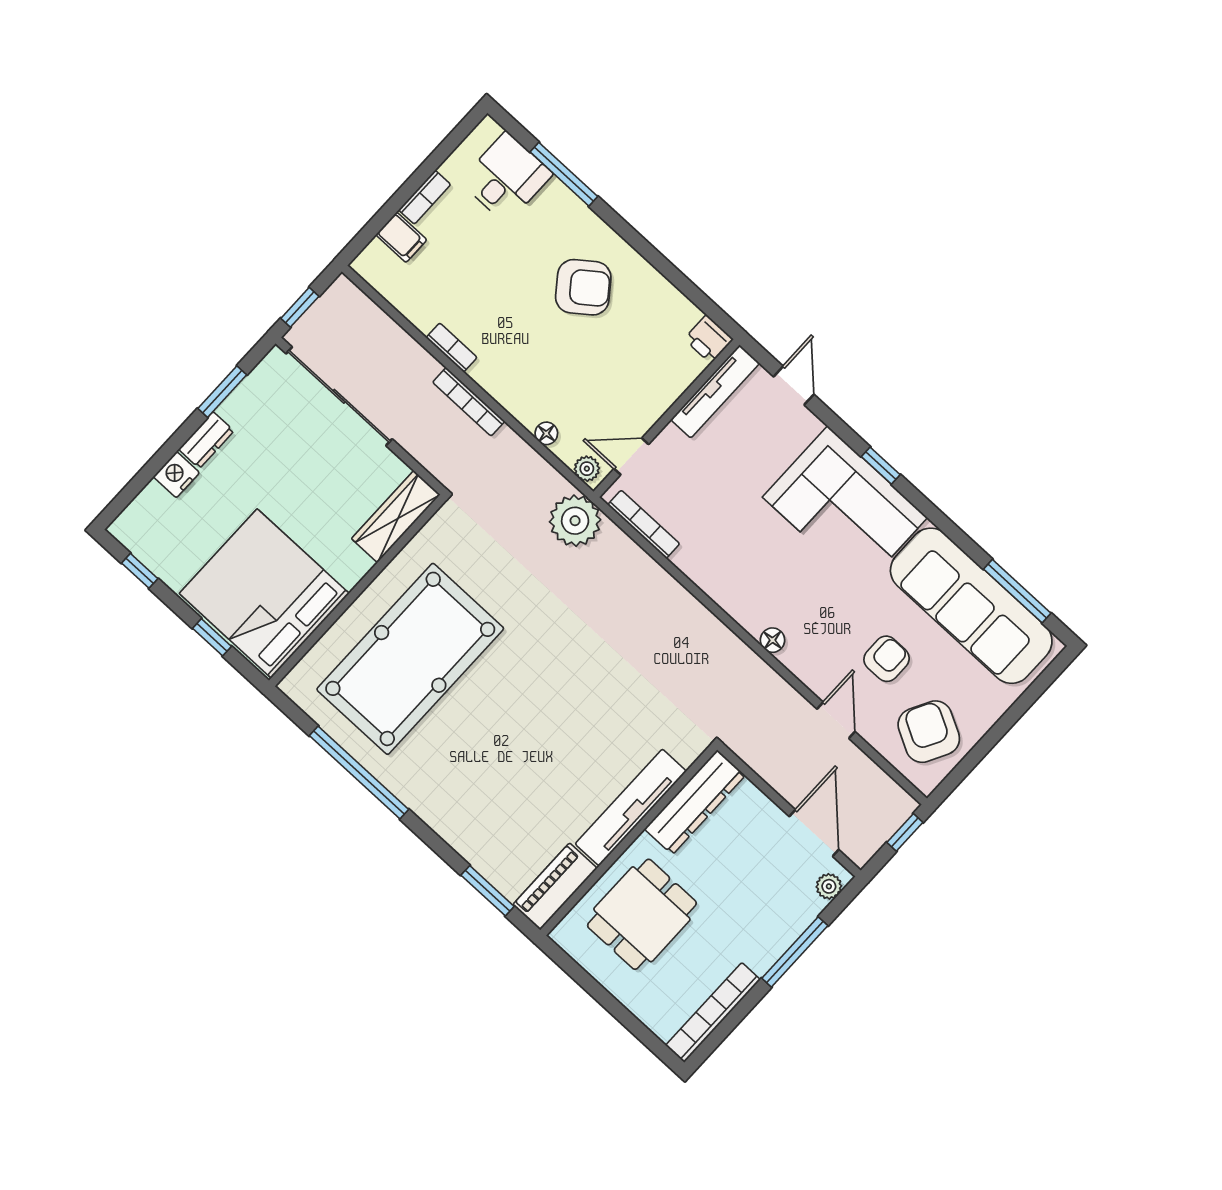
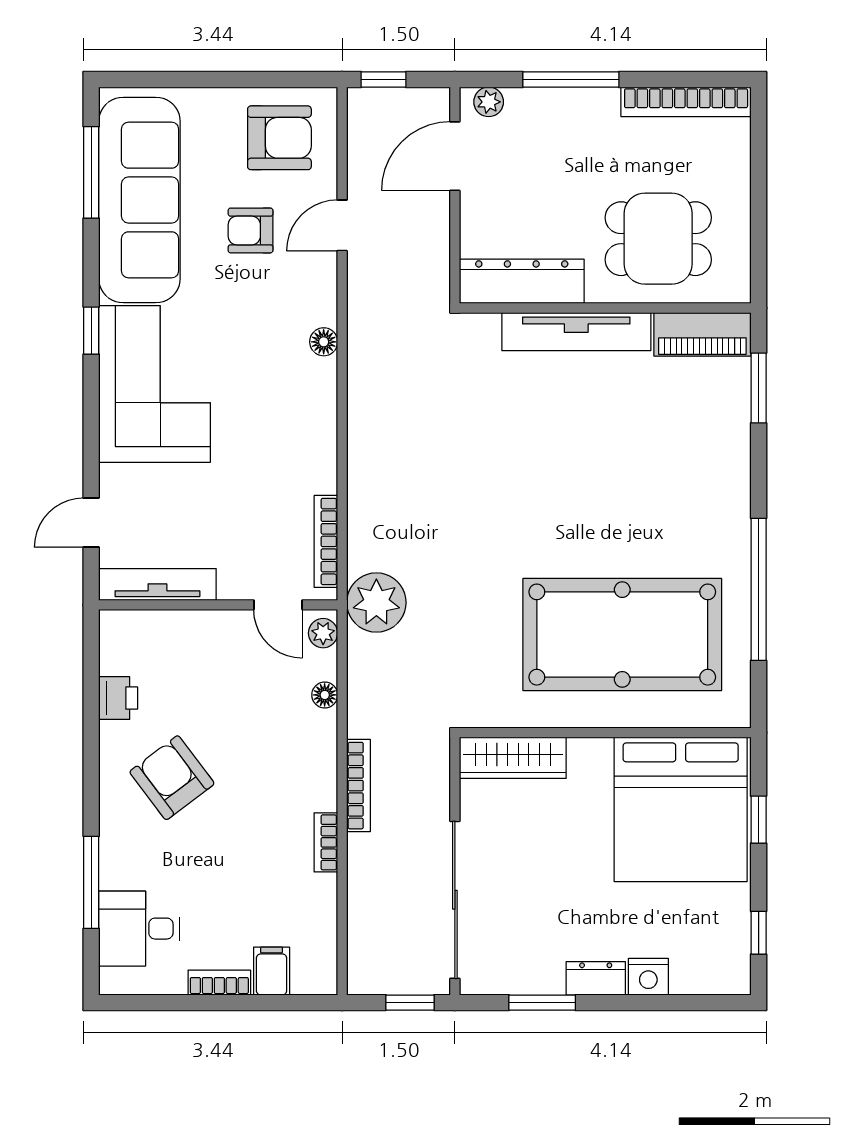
printer: (709, 339) -> (118, 698), moved
window: (881, 466) -> (91, 331), moved
armchair: (929, 732) -> (279, 138), turned -118

